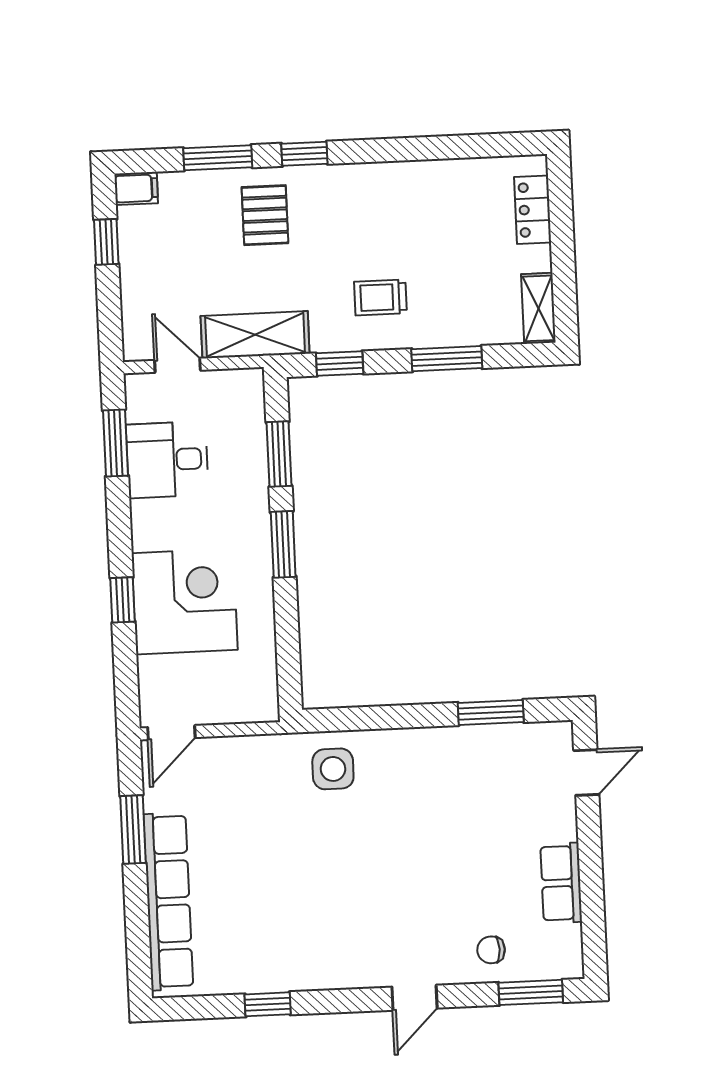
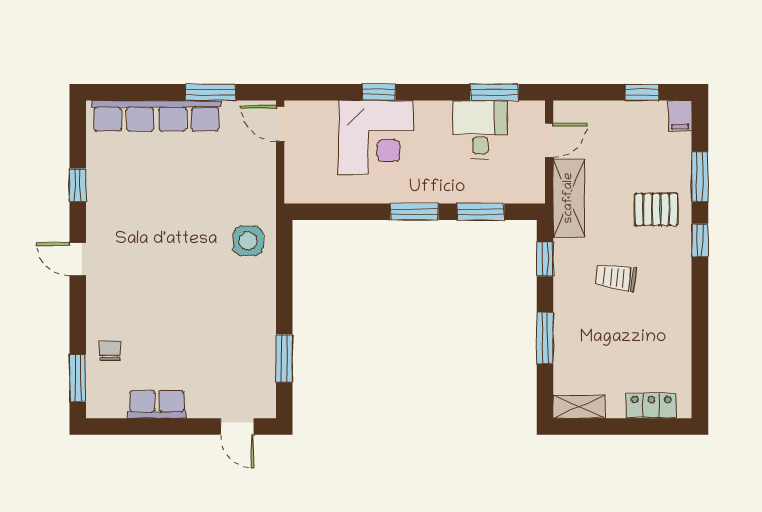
trolley: (380, 297) -> (616, 277), moved, turned -82
door: (415, 998) -> (78, 259), moved

